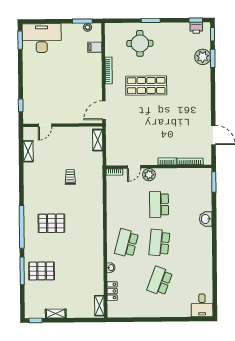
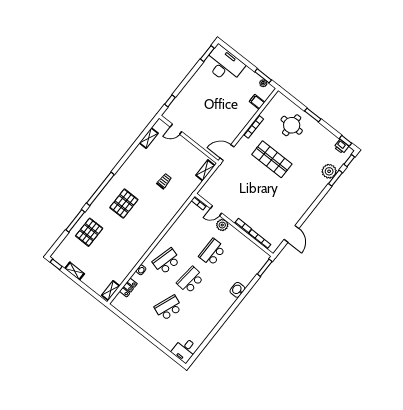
pallet: (51, 223) -> (124, 204), turned 90
pallet: (42, 271) -> (89, 232), turned 90

